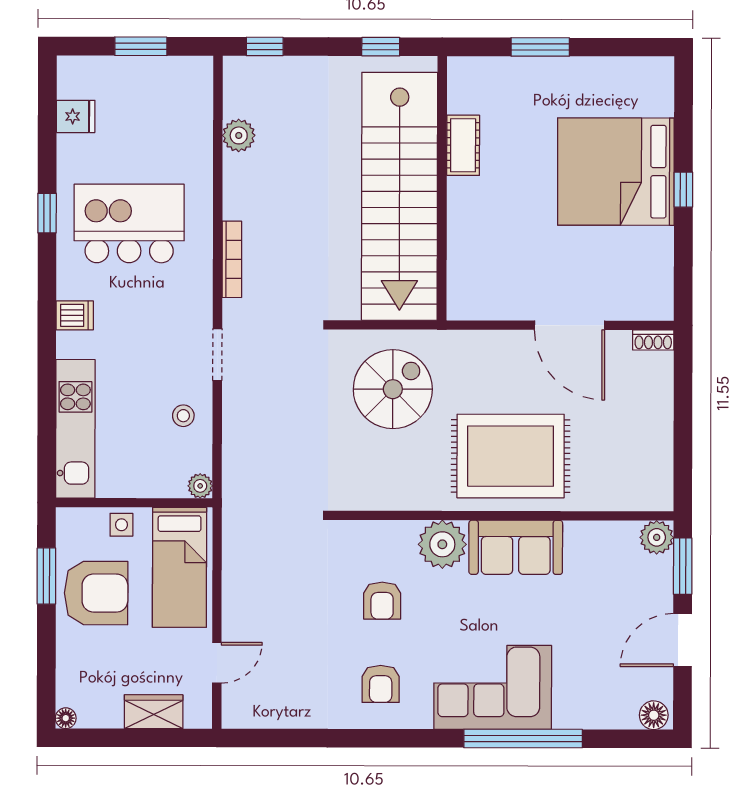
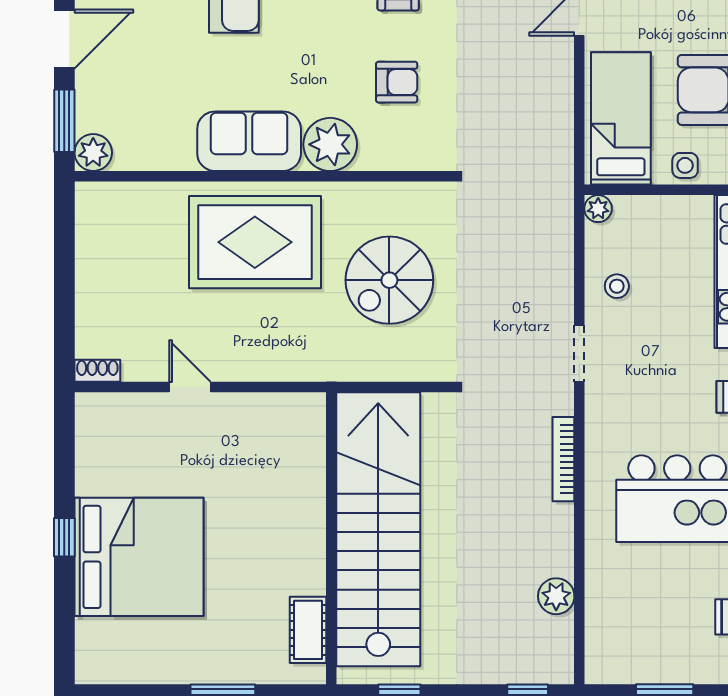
cot: (463, 145) -> (308, 630), moved
door: (570, 325) -> (190, 387), width x0.53
spiral stairs: (393, 389) -> (389, 280), moved
armchair: (382, 601) -> (397, 82), turned 90

